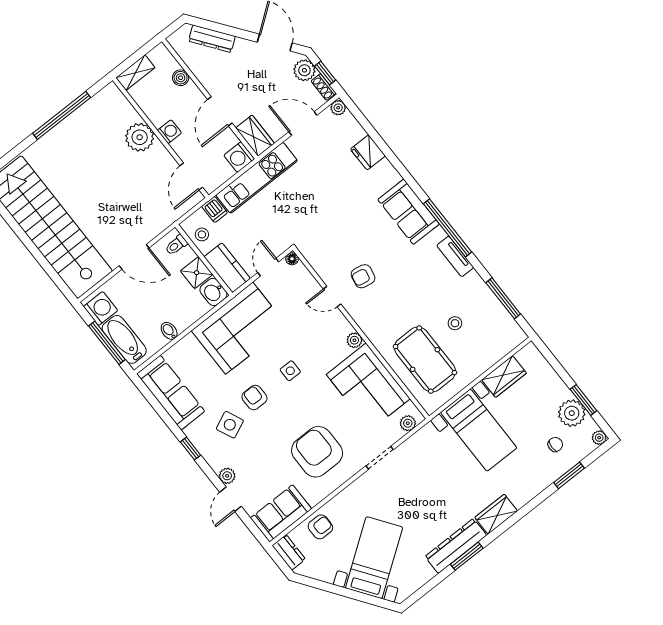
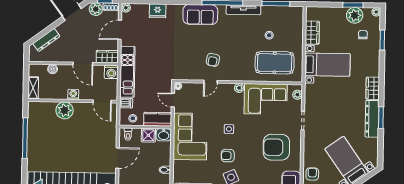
tv unit: (455, 256) -> (243, 10), width x1.41

